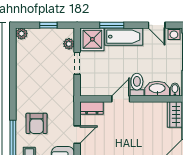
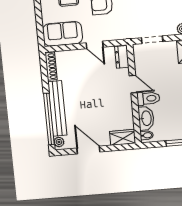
doorway: (77, 63) -> (152, 40), moved

